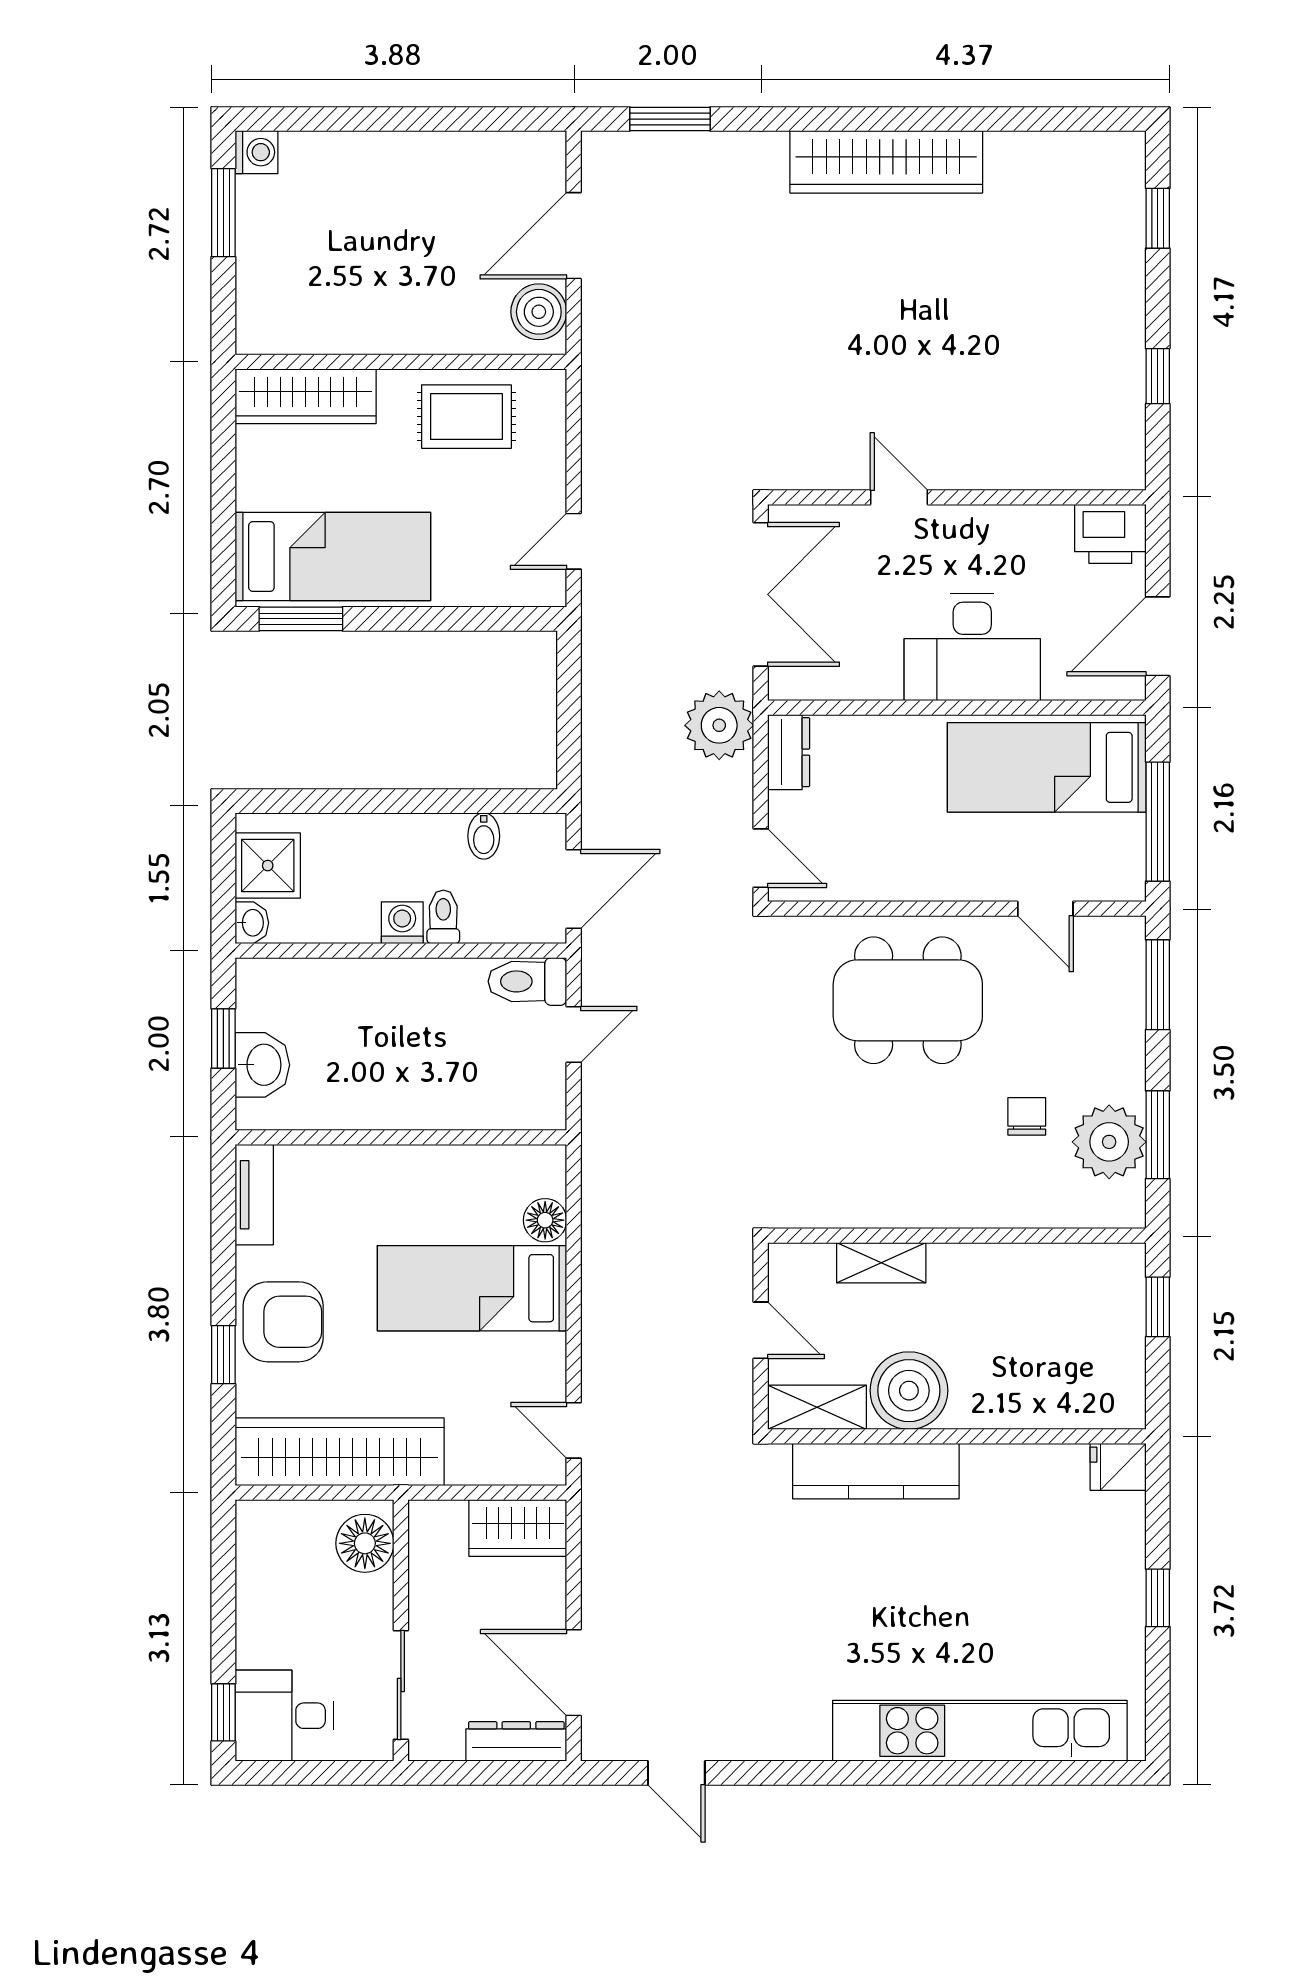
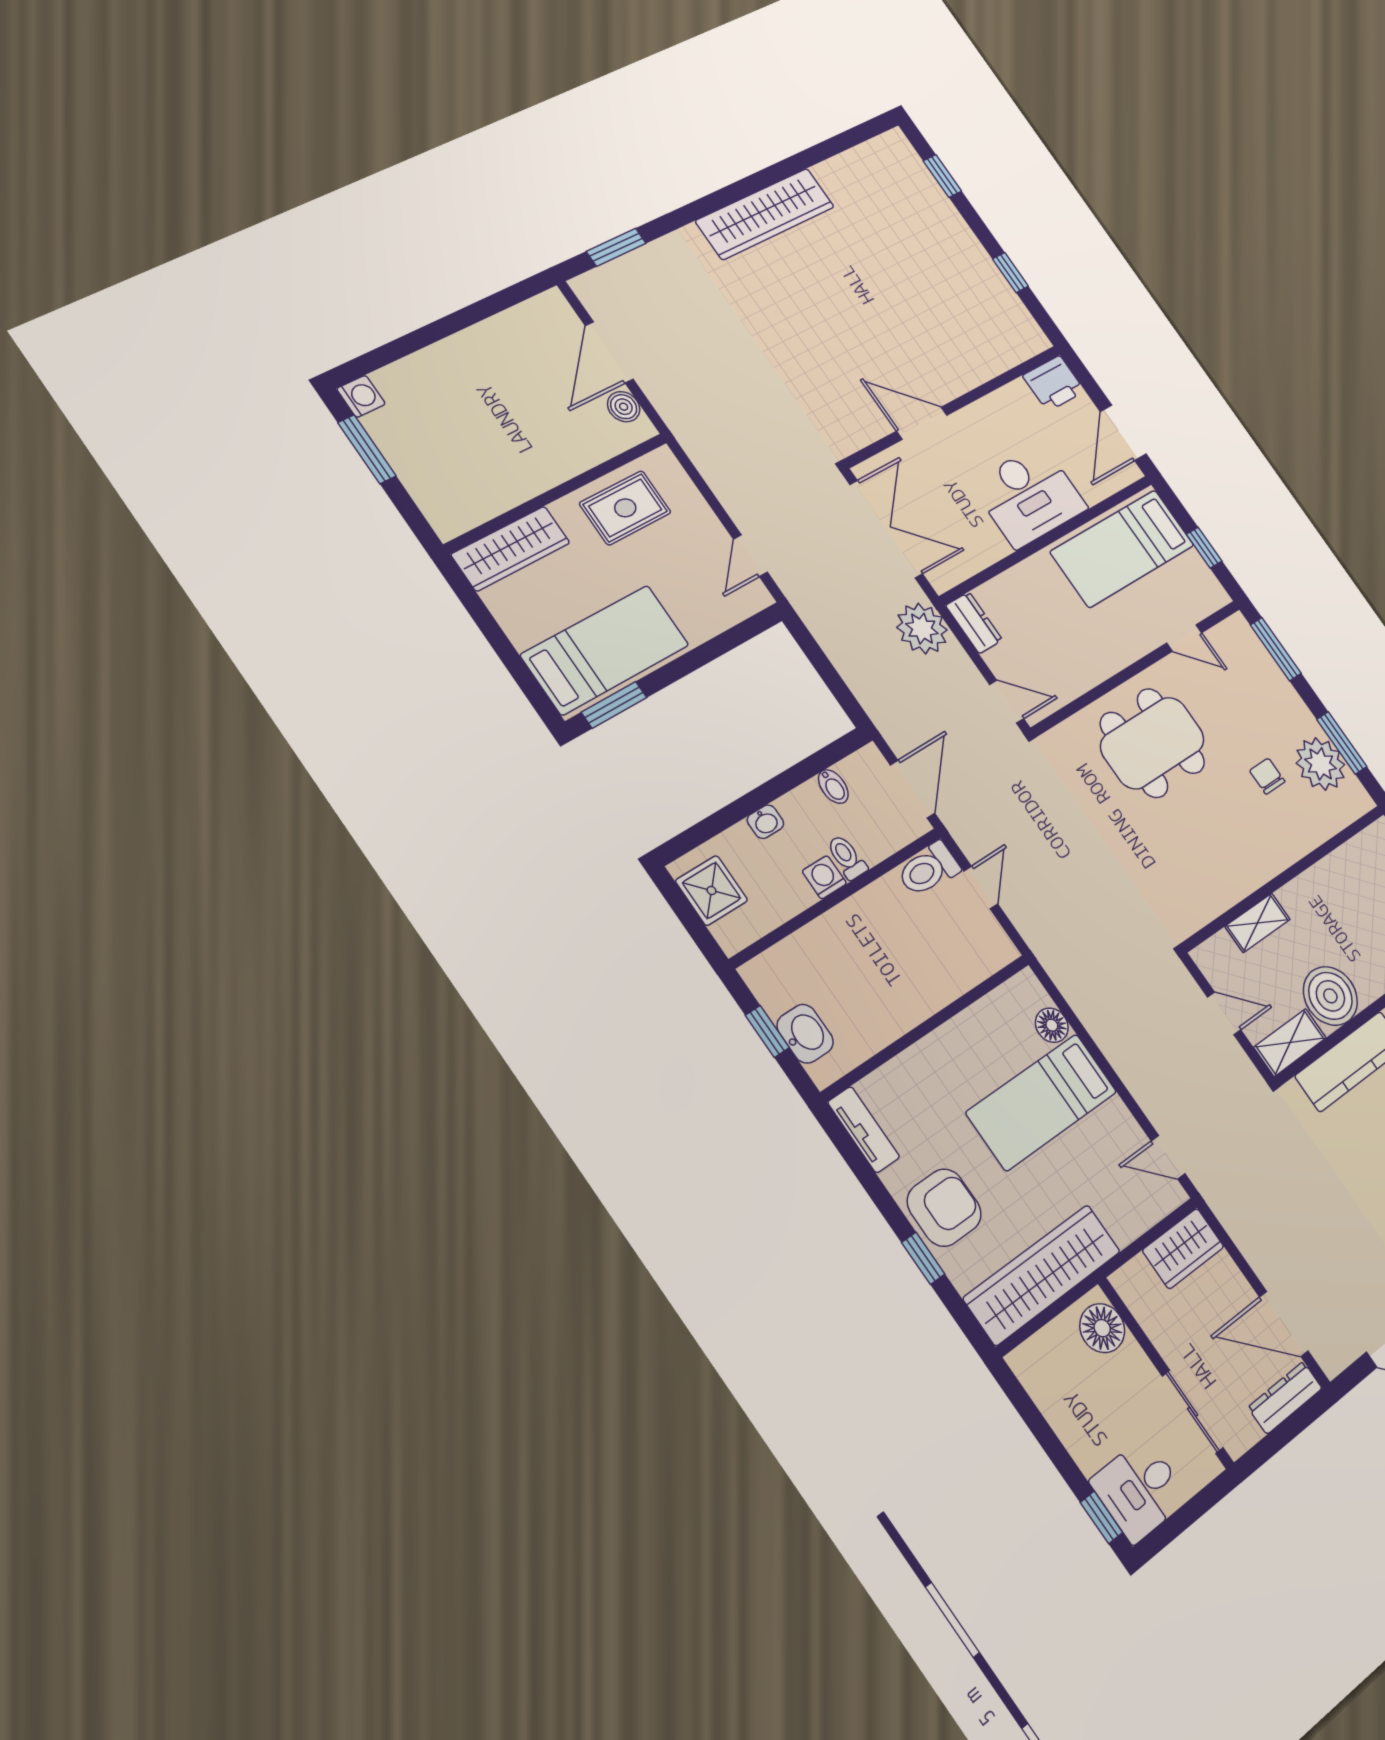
boiler: (539, 312) -> (624, 407), width x0.73, depth x0.73
door: (899, 497) -> (922, 423), width x1.38
window: (1158, 822) -> (1204, 548), width x0.46
washbasin: (252, 923) -> (765, 822), moved, turned 90

